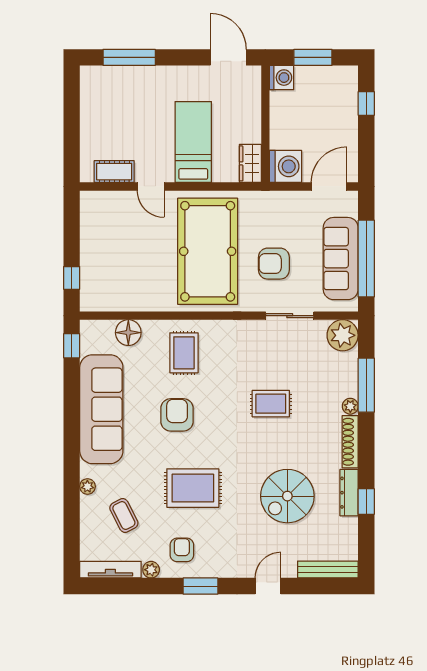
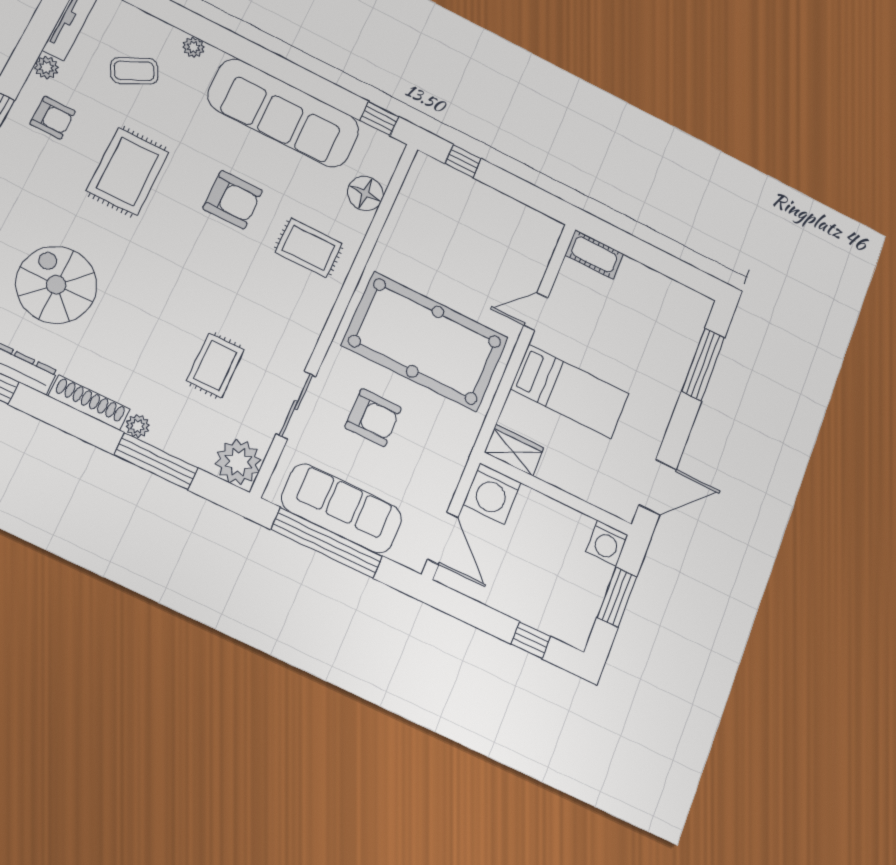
cot: (114, 172) -> (594, 254), moved, turned 90
armchair: (274, 264) -> (373, 418), turned 90
rug: (271, 404) -> (215, 365), moved

